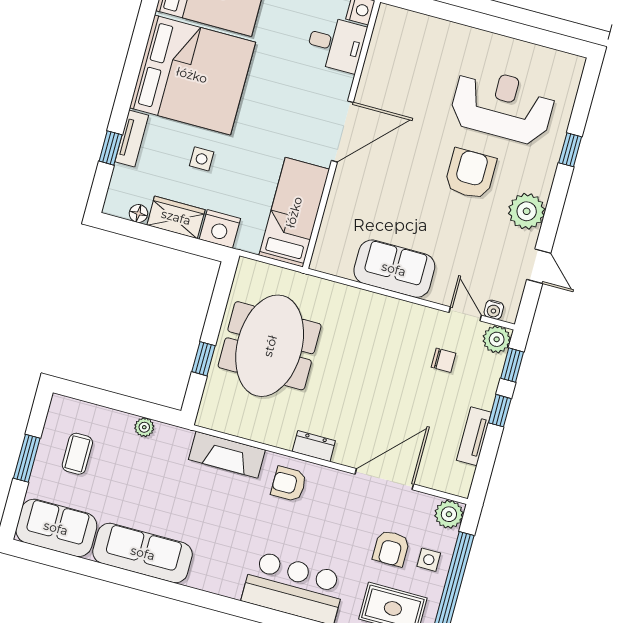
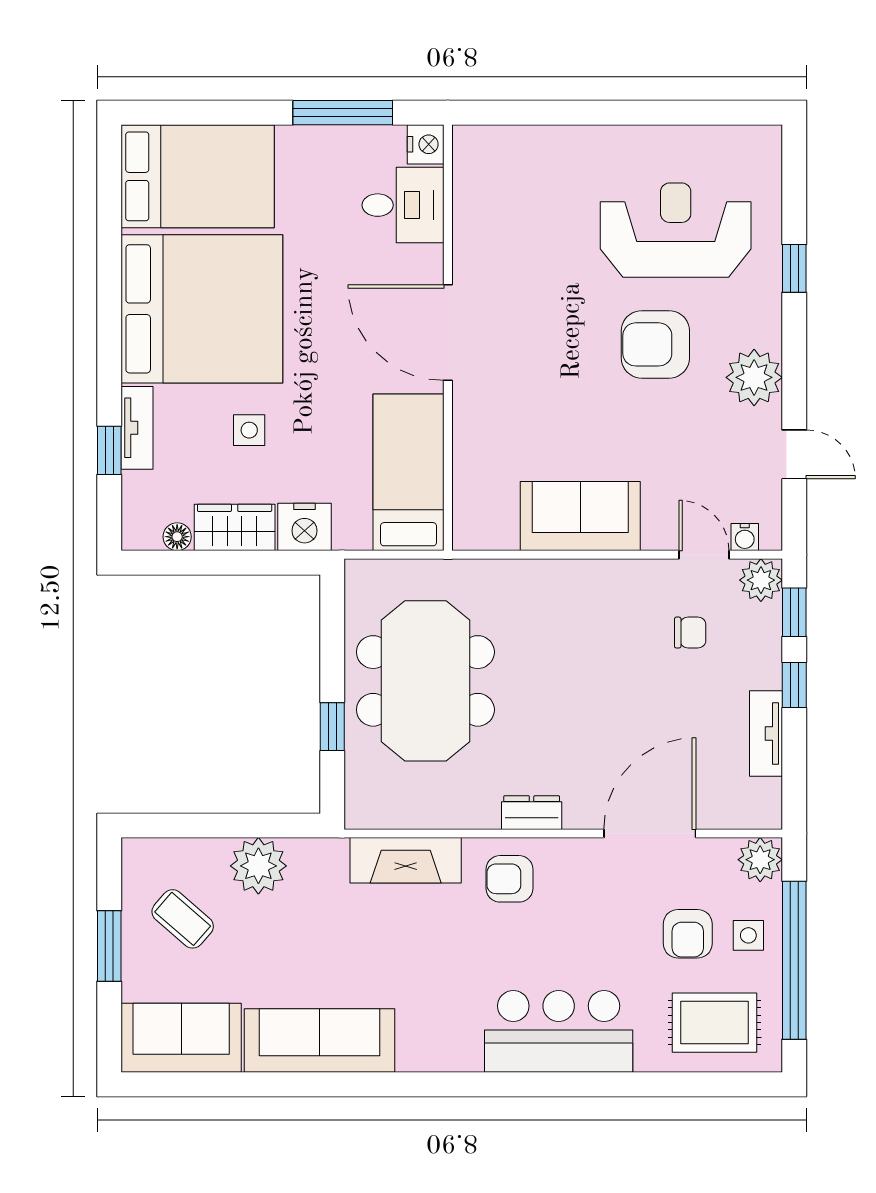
door: (342, 131) -> (448, 333), swing flipped
armchair: (470, 174) -> (655, 344), turned -90
plant: (144, 427) -> (258, 866), width x1.87, depth x1.87
coffee table: (77, 454) -> (183, 919), turned -49

